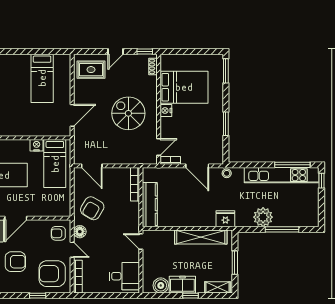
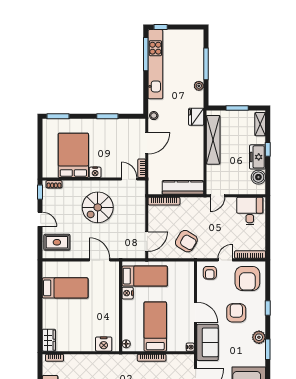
rug: (91, 70) -> (57, 242), turned 90
plant: (263, 217) -> (199, 86), width x0.53, depth x0.53
floor lamp: (80, 232) -> (208, 253), removed
window: (38, 296) -> (268, 308), moved

